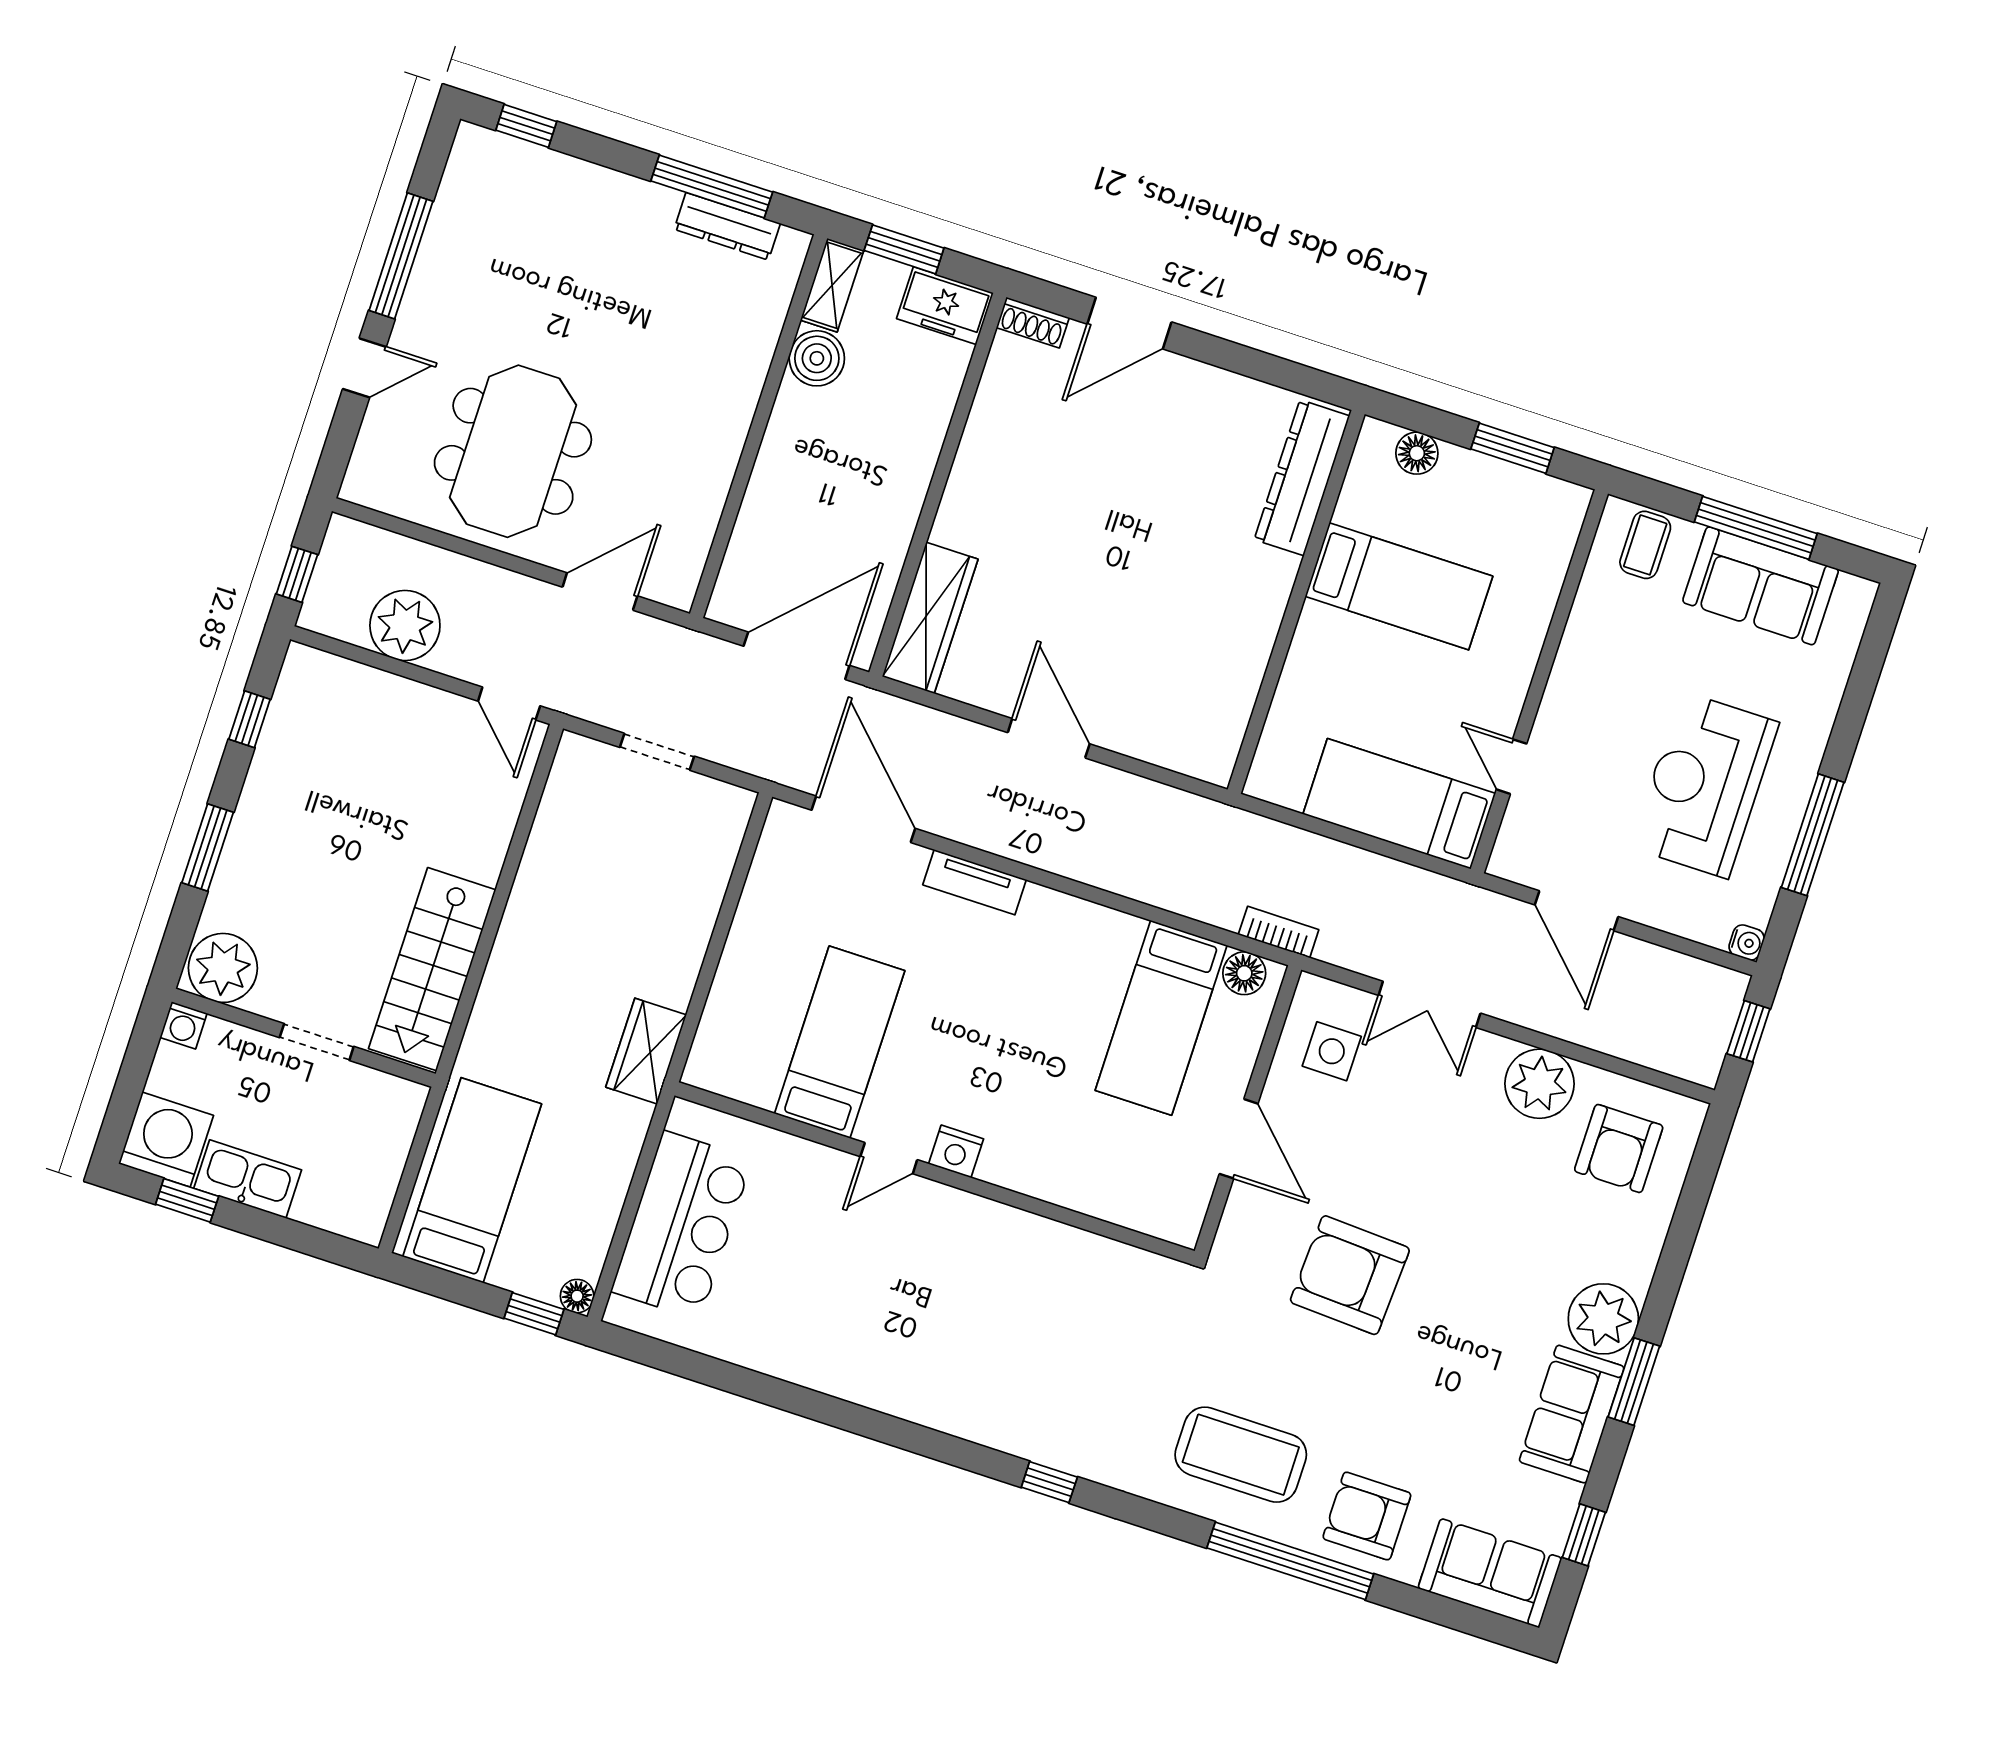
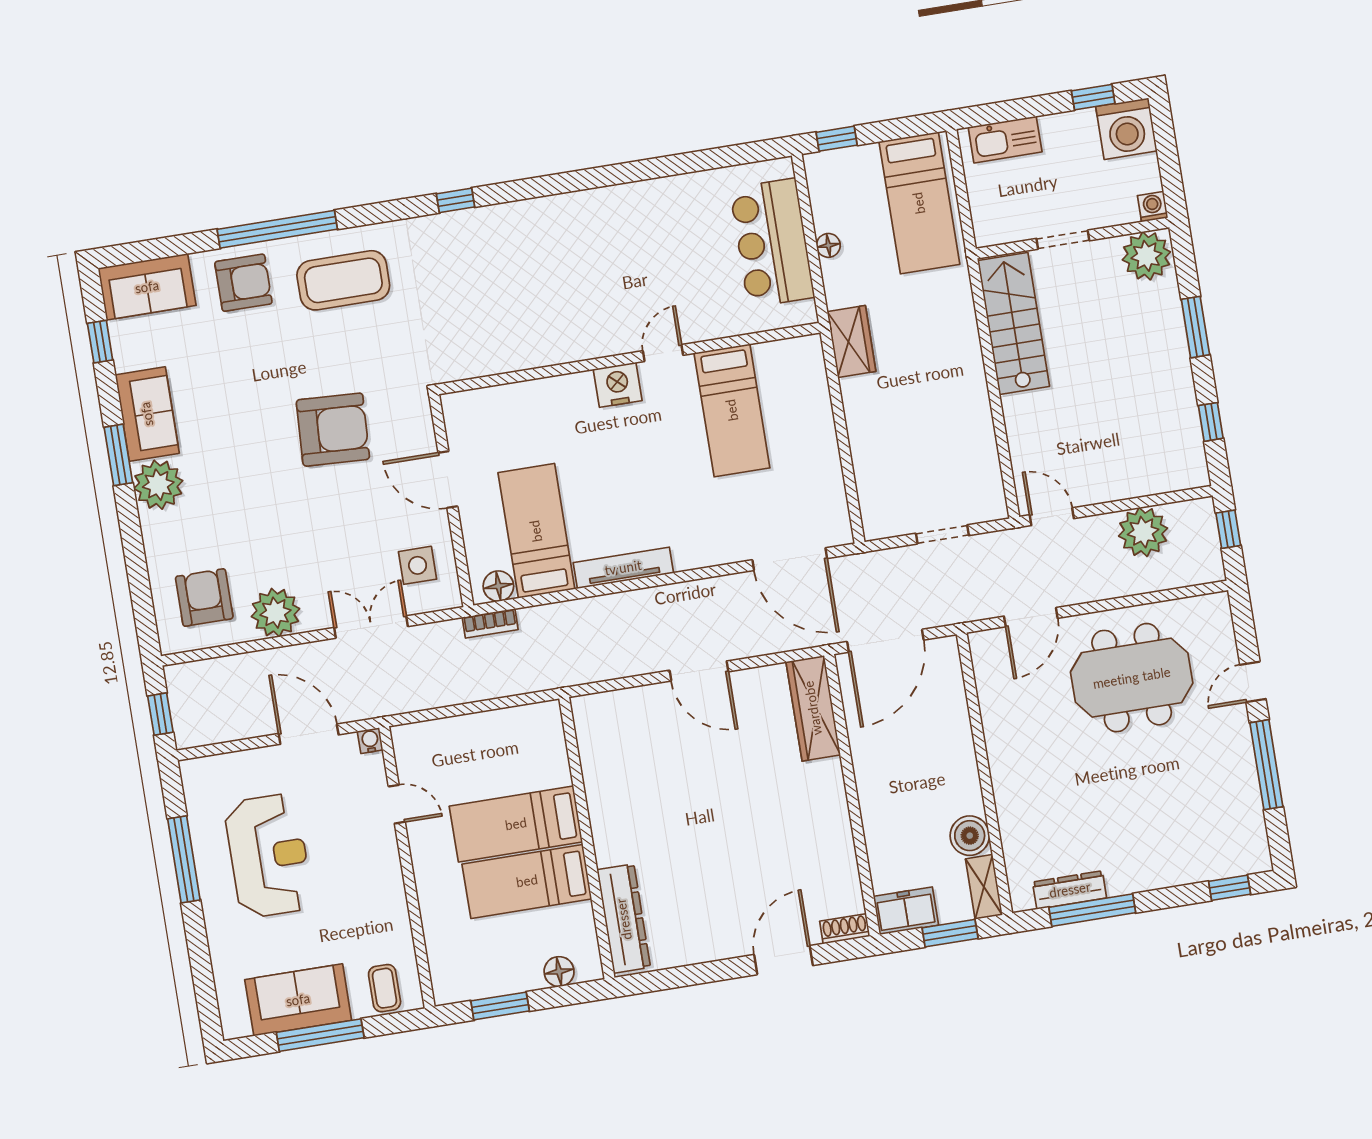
meeting table: (513, 451) -> (1132, 678), turned 90
bed: (1399, 804) -> (516, 824), moved, turned 180
tv unit: (975, 882) -> (623, 568), moved, width x1.41
water cooler: (1747, 943) -> (370, 741), moved, turned 90
nightstand: (956, 1151) -> (618, 385), width x1.36, depth x1.33
kitchen sink: (248, 1179) -> (1005, 140), moved
floor lamp: (577, 1296) -> (828, 245), moved

